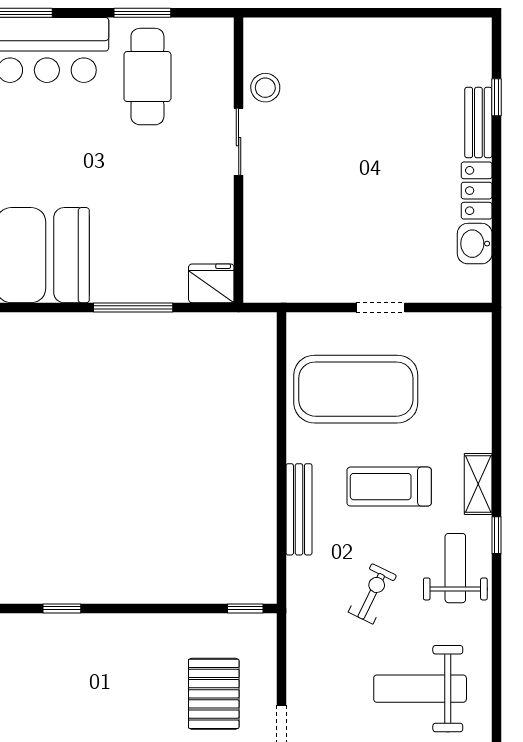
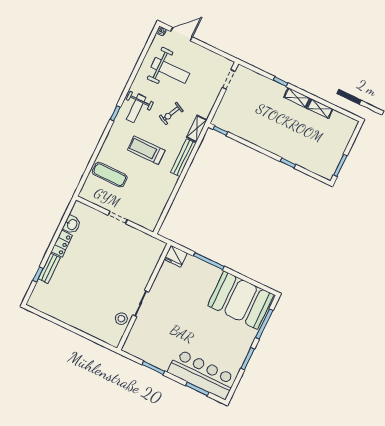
cafe table: (147, 77) -> (163, 344), removed
exercise mat: (356, 389) -> (110, 175), moved, width x0.50, depth x0.69
shelving: (478, 484) -> (197, 128), moved
treadmill: (389, 487) -> (146, 150), turned 180
pallet: (214, 694) -> (247, 105), removed

